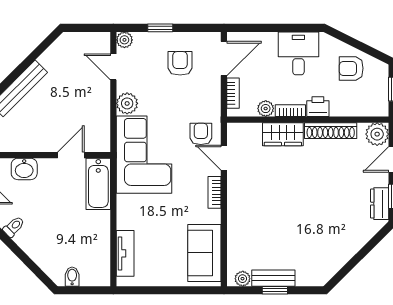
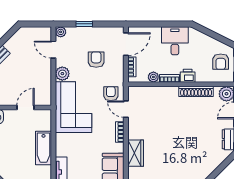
armchair: (180, 63) -> (96, 60), moved
armchair: (351, 68) -> (221, 62), moved, turned -90
wardrobe: (283, 134) -> (136, 153), moved, turned -90
bathtub: (98, 184) -> (43, 148), moved

